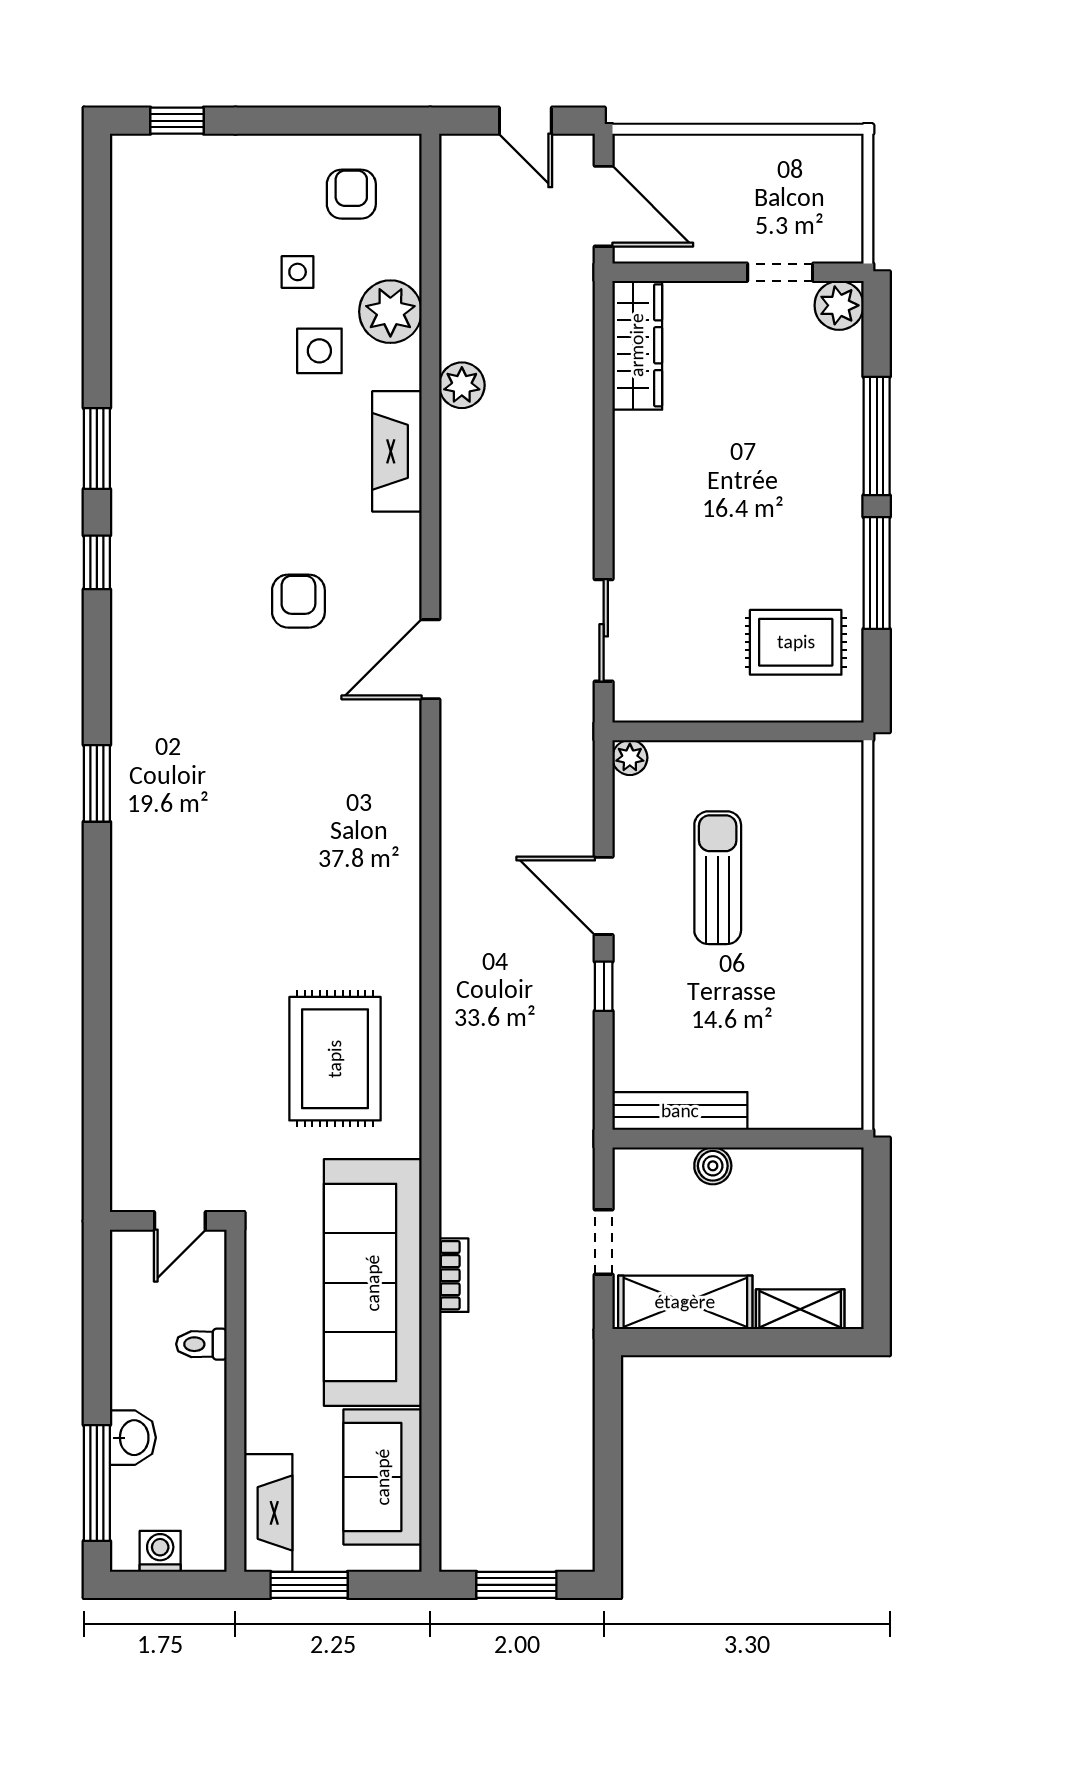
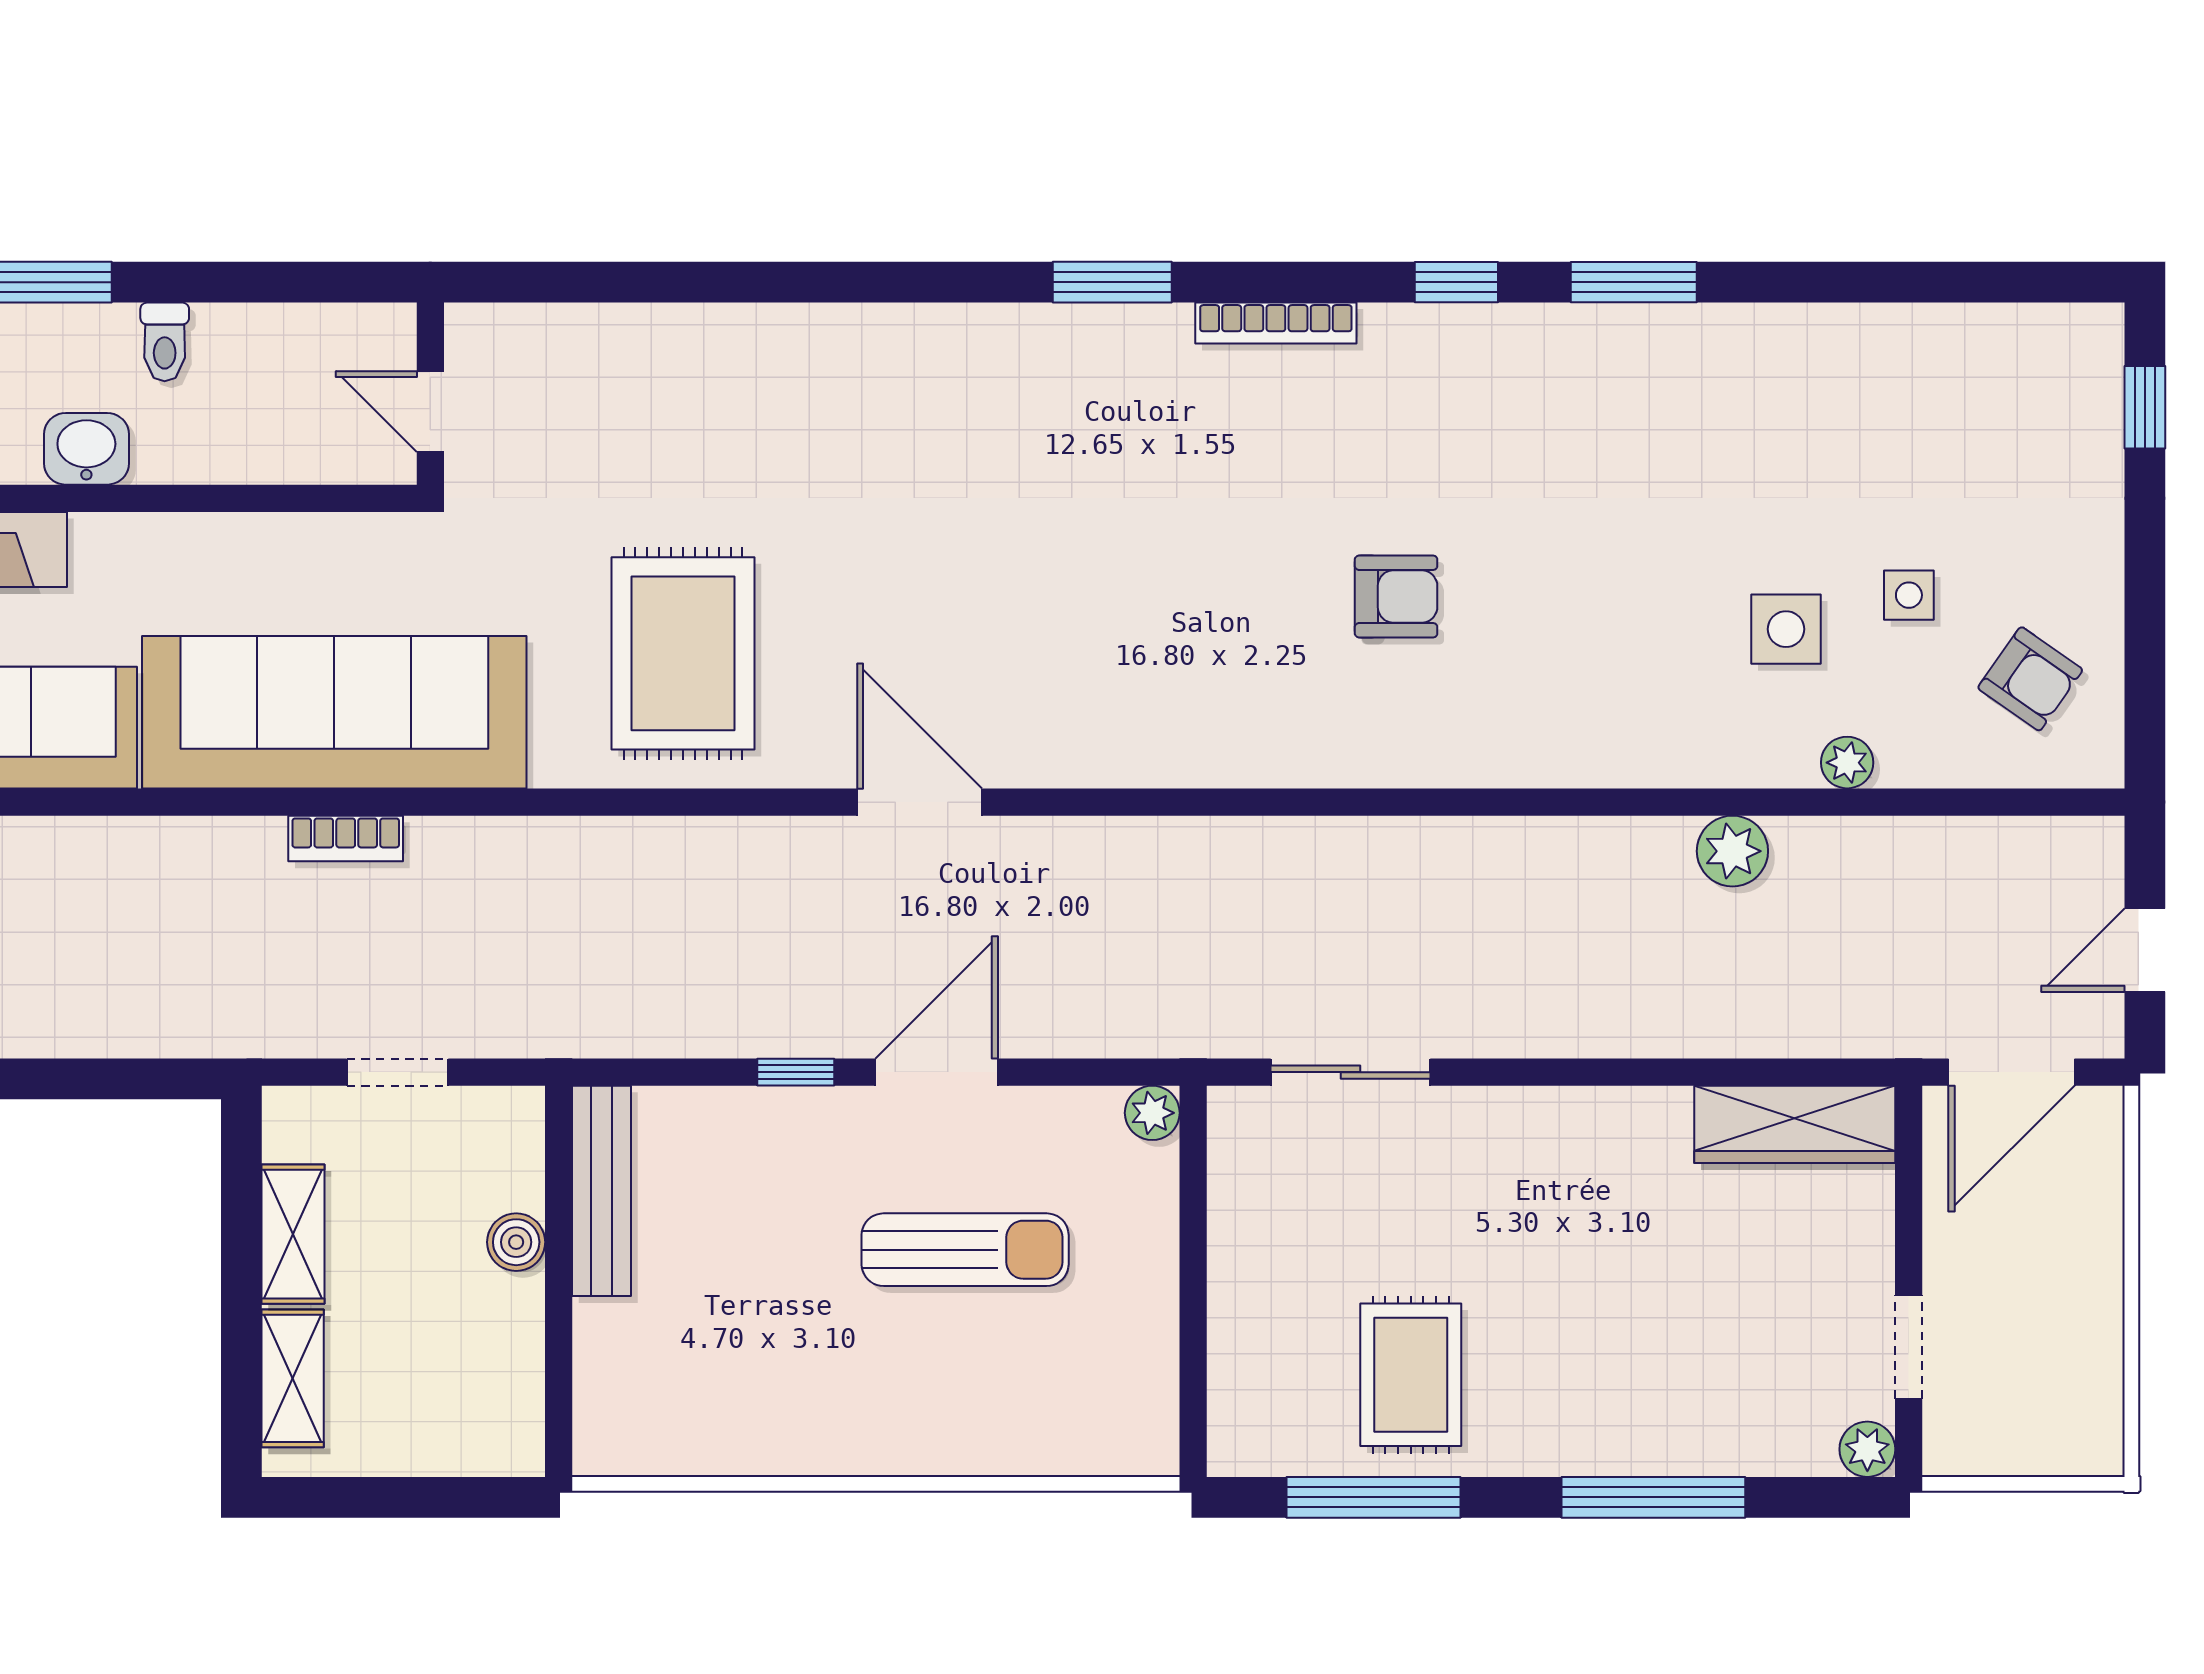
armchair: (351, 194) -> (2030, 679), turned 35
plant: (839, 305) -> (1867, 1449), width x0.73, depth x0.73
plant: (390, 312) -> (1847, 763), width x0.53, depth x0.53
fireplace: (397, 451) -> (1629, 750), removed
window: (877, 573) -> (1373, 1497), moved
rug: (796, 642) -> (1411, 1375), moved
door: (430, 659) -> (920, 802), moved
bookcase: (123, 678) -> (1276, 323), added
rug: (335, 1059) -> (683, 653), turned 90
shelving: (685, 1302) -> (293, 1234), width x0.67, depth x0.75
toilet: (201, 1344) -> (165, 342), moved, turned 180
washbasin: (133, 1438) -> (86, 449), moved, turned 180

